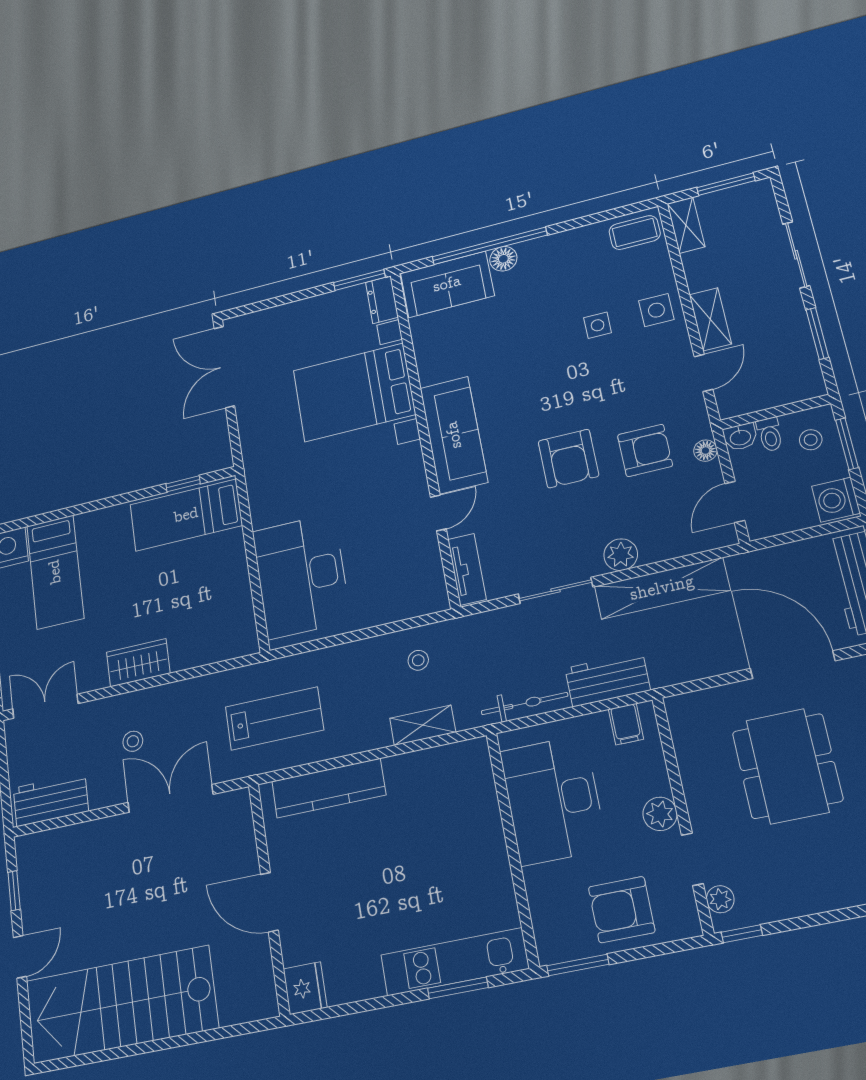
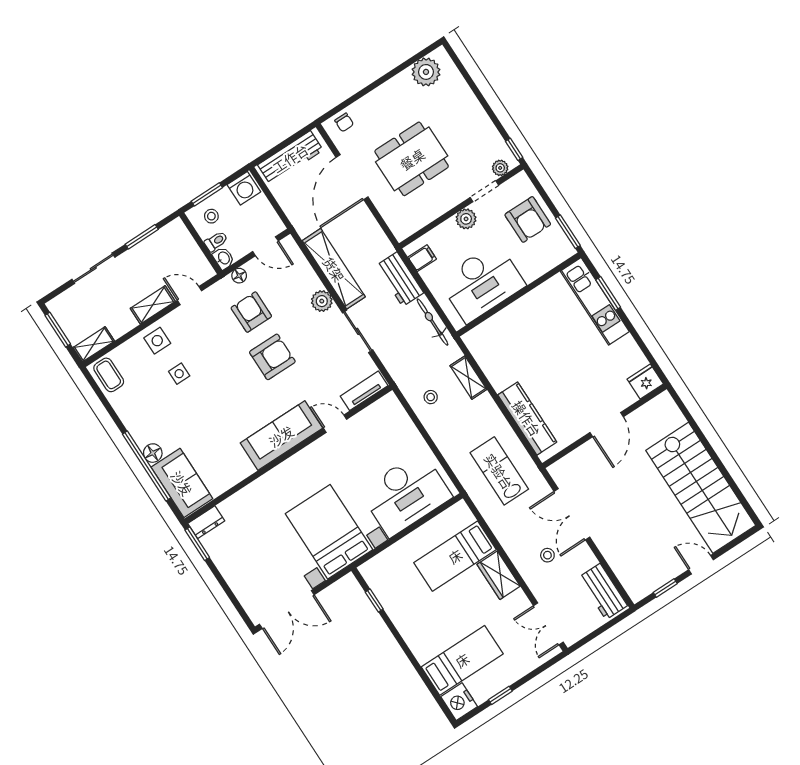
bed with nightstands: (354, 392) -> (329, 532), moved, turned 180
bed: (186, 515) -> (455, 556), moved, turned 90

